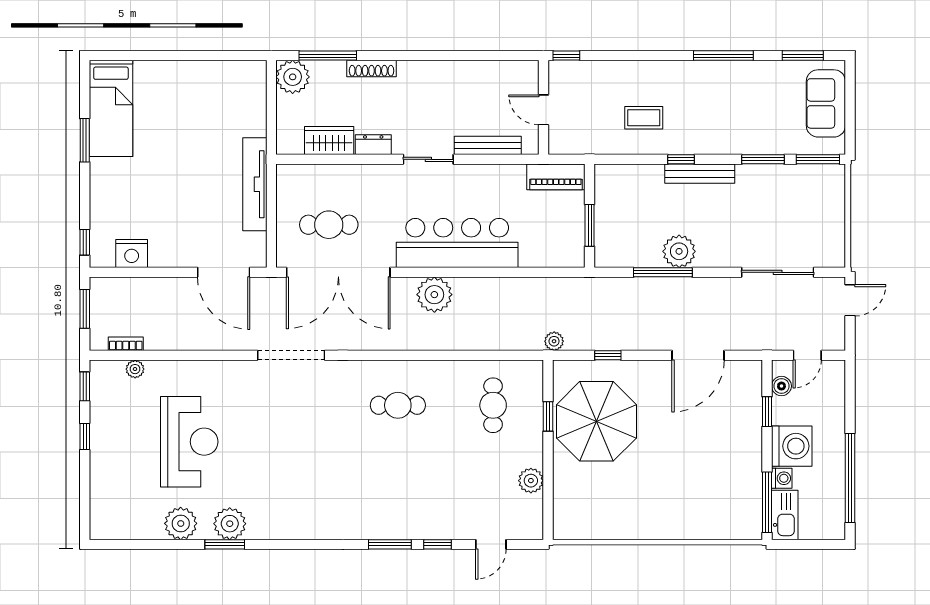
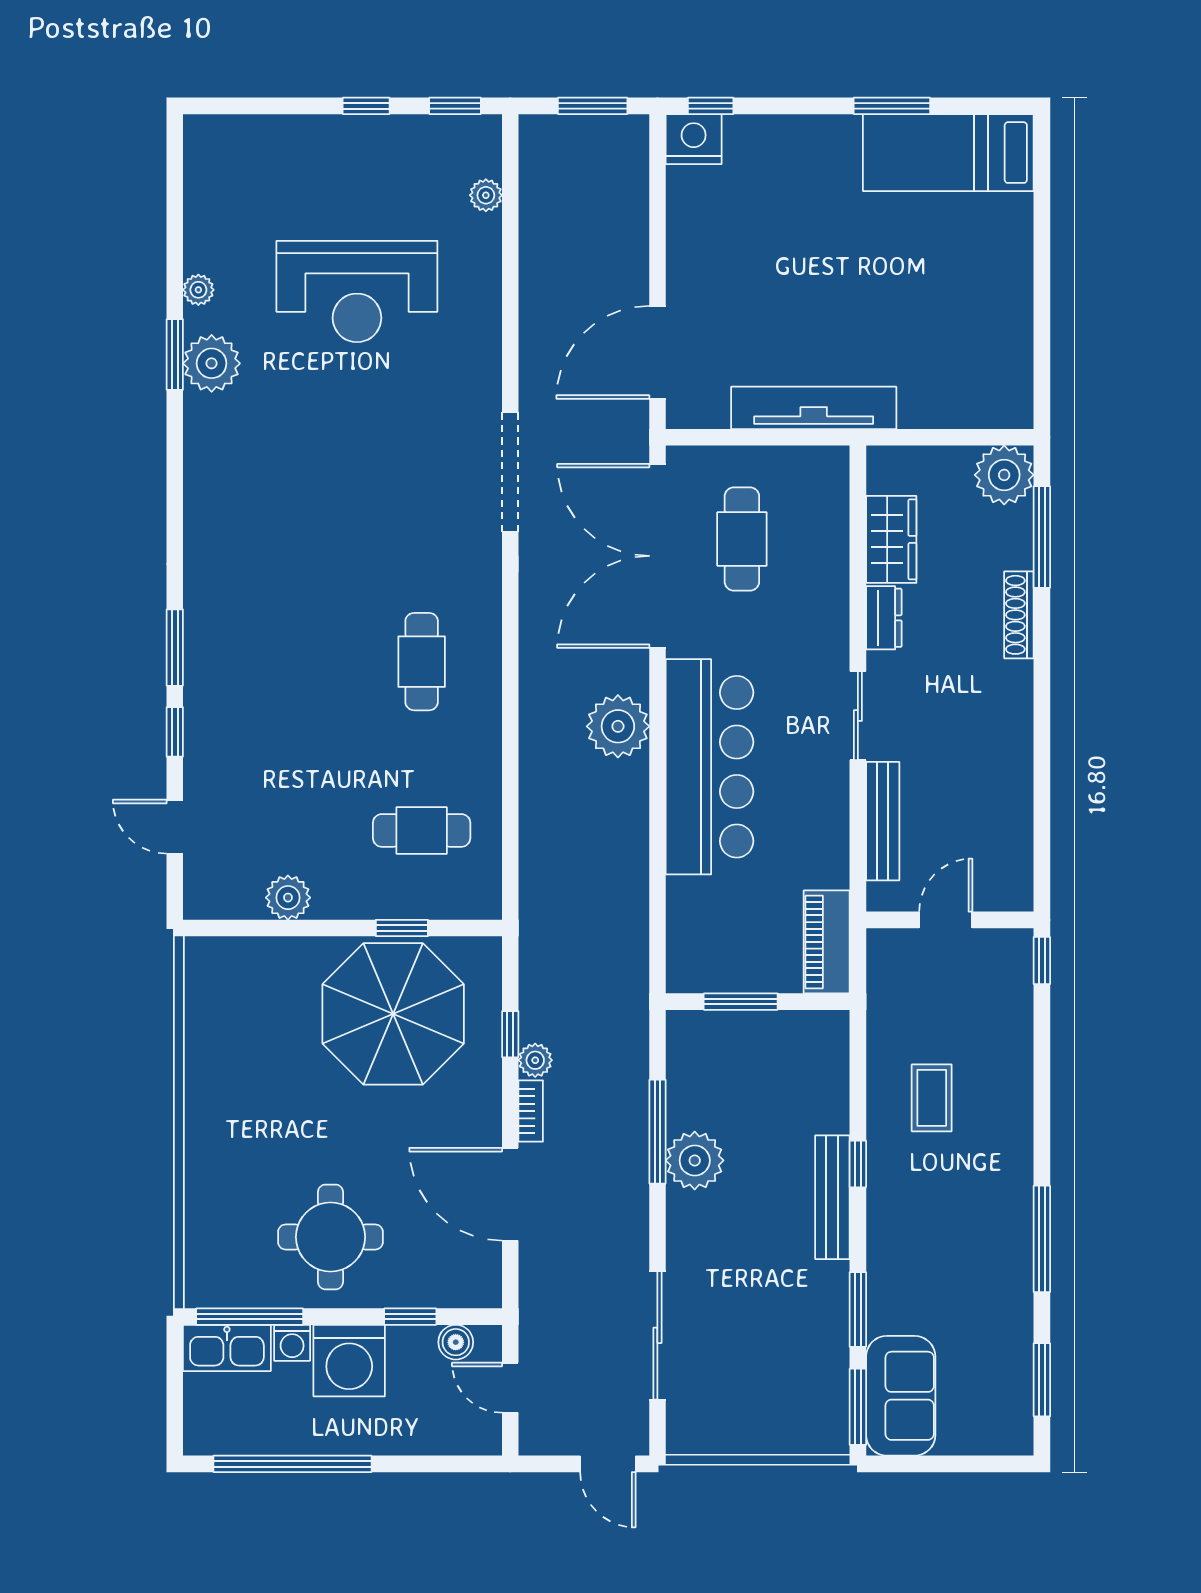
sofa: (826, 103) -> (901, 1396), moved, turned 90
nightstand: (132, 254) -> (694, 139), moved, turned 90
plant: (554, 341) -> (535, 1060), moved
bookcase: (126, 344) -> (531, 1111), moved
round table: (722, 457) -> (330, 1237), added
plant: (181, 523) -> (198, 290), width x0.53, depth x0.53

